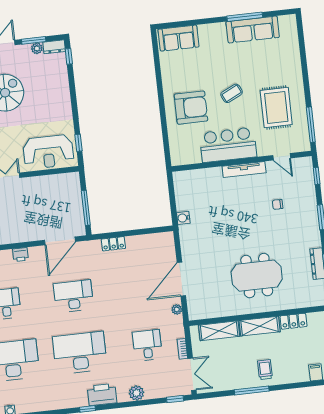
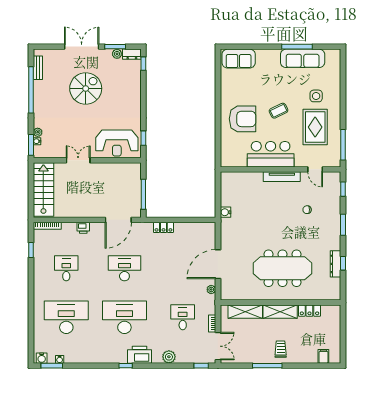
side table: (273, 71) -> (316, 96), added
meeting table: (257, 276) -> (283, 268), width x1.36

